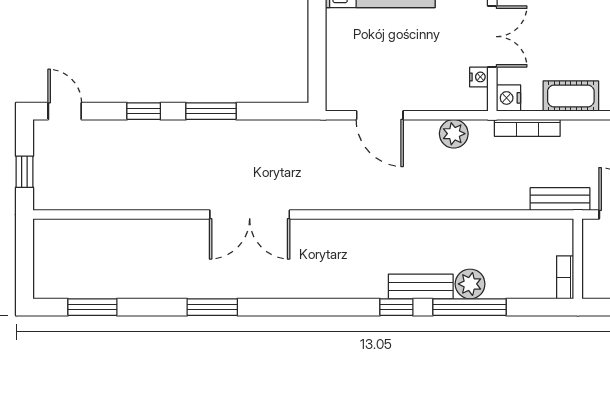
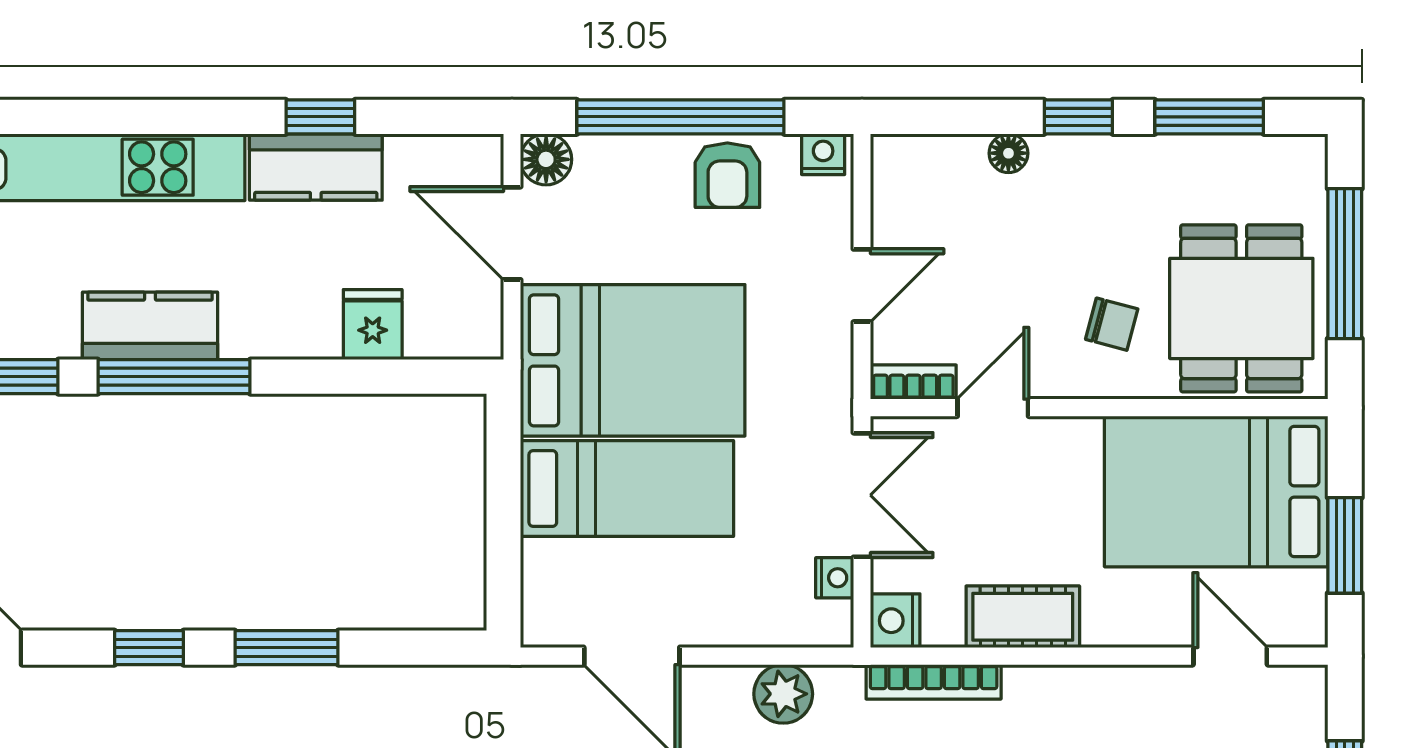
bed: (377, 33) -> (627, 489), added

